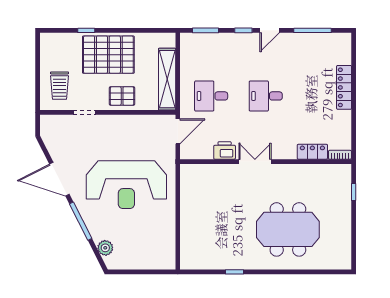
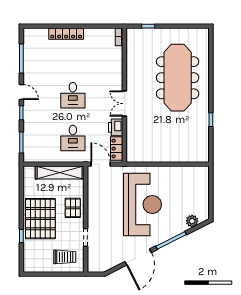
locker: (312, 152) -> (117, 149), moved
meeting table: (288, 229) -> (178, 78), width x1.36

